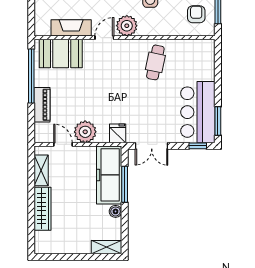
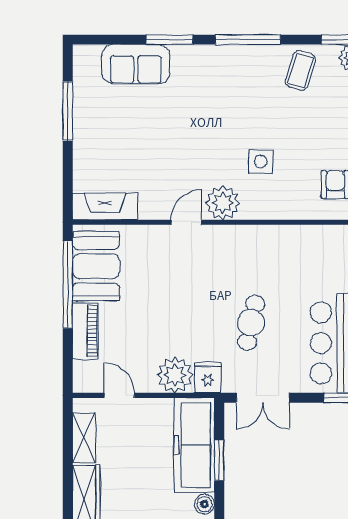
fireplace: (71, 28) -> (105, 206), moved
booth: (61, 53) -> (96, 266), moved, turned 90
cafe table: (155, 62) -> (251, 323), moved
plant: (85, 132) -> (175, 375), moved
window: (125, 184) -> (219, 460), width x0.69

